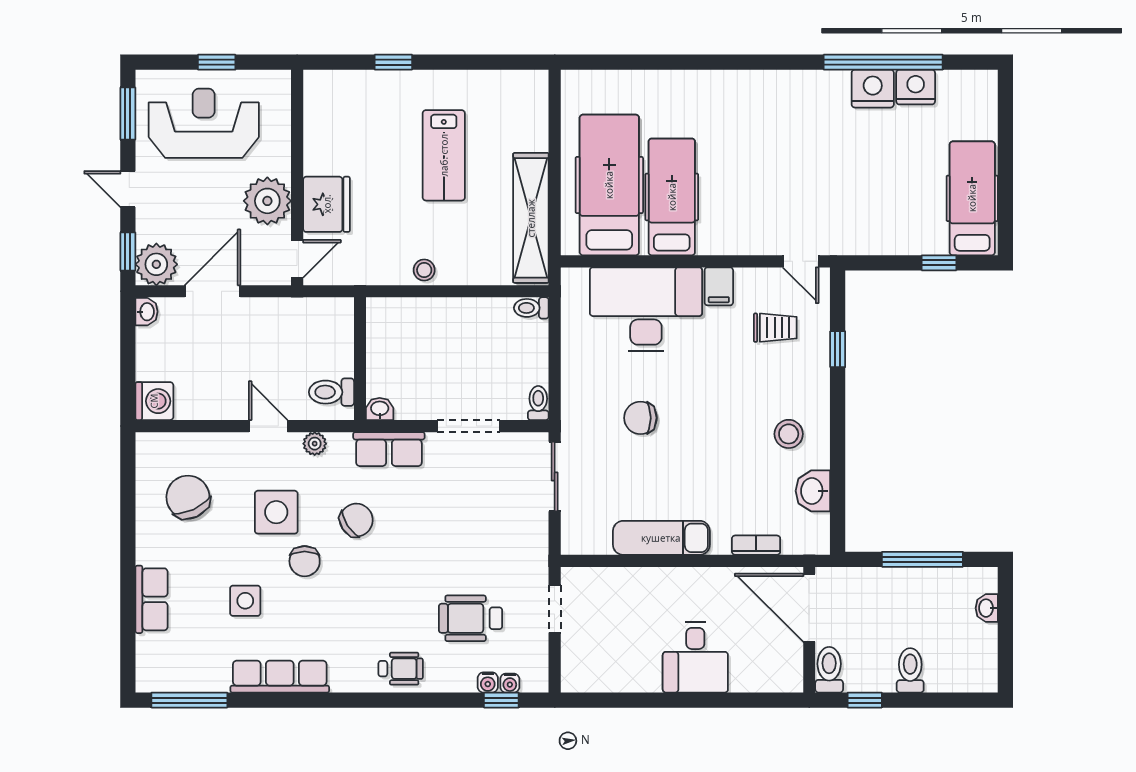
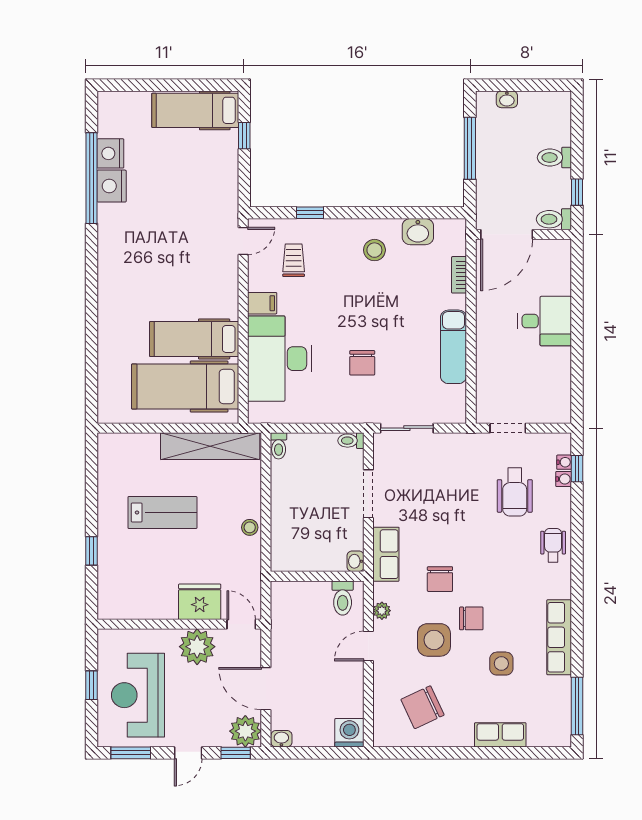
chair: (356, 520) -> (440, 579), turned -147

